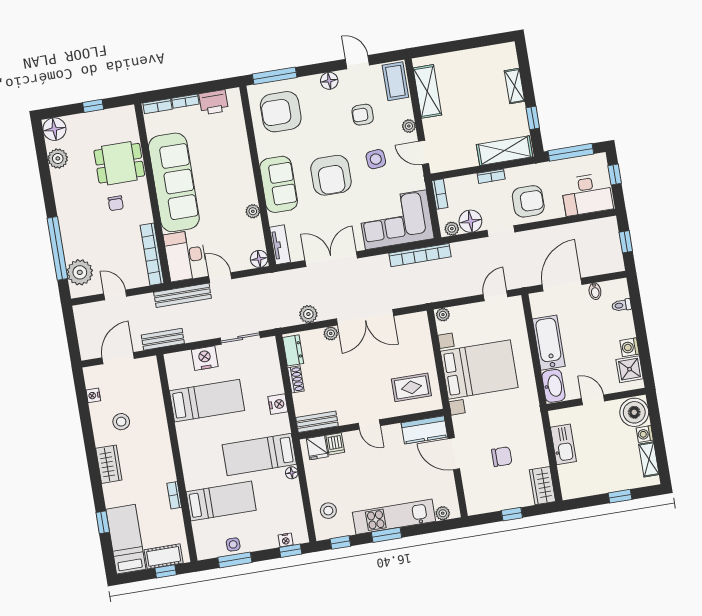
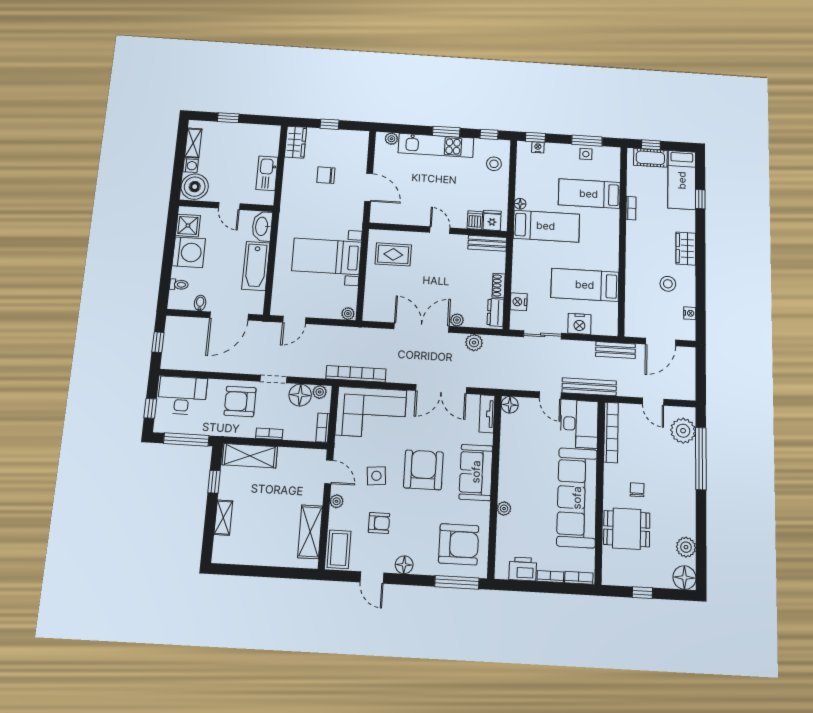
plant: (253, 211) -> (504, 509), moved
washing machine: (629, 347) -> (189, 252), width x1.89, depth x1.89
bed with nightstands: (479, 369) -> (327, 256), width x0.73
nightstand: (278, 404) -> (519, 302), moved
kitchen counter: (424, 430) -> (390, 214), removed

